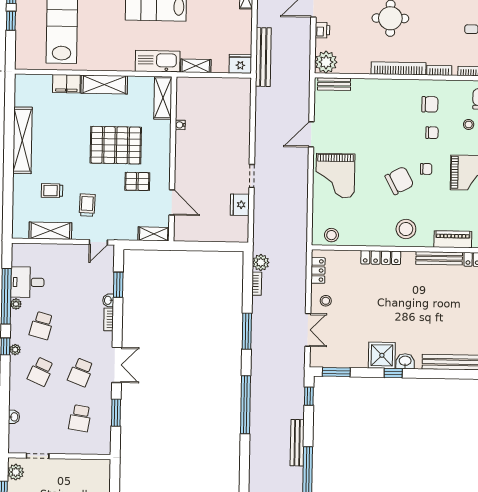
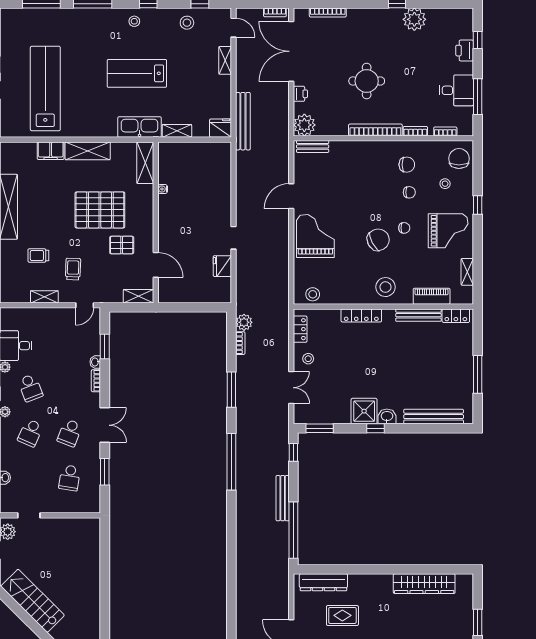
grand piano: (335, 176) -> (315, 236), turned 180
shelving: (50, 231) -> (44, 297), width x0.67, depth x0.75
school desk: (42, 326) -> (30, 388), turned -36

